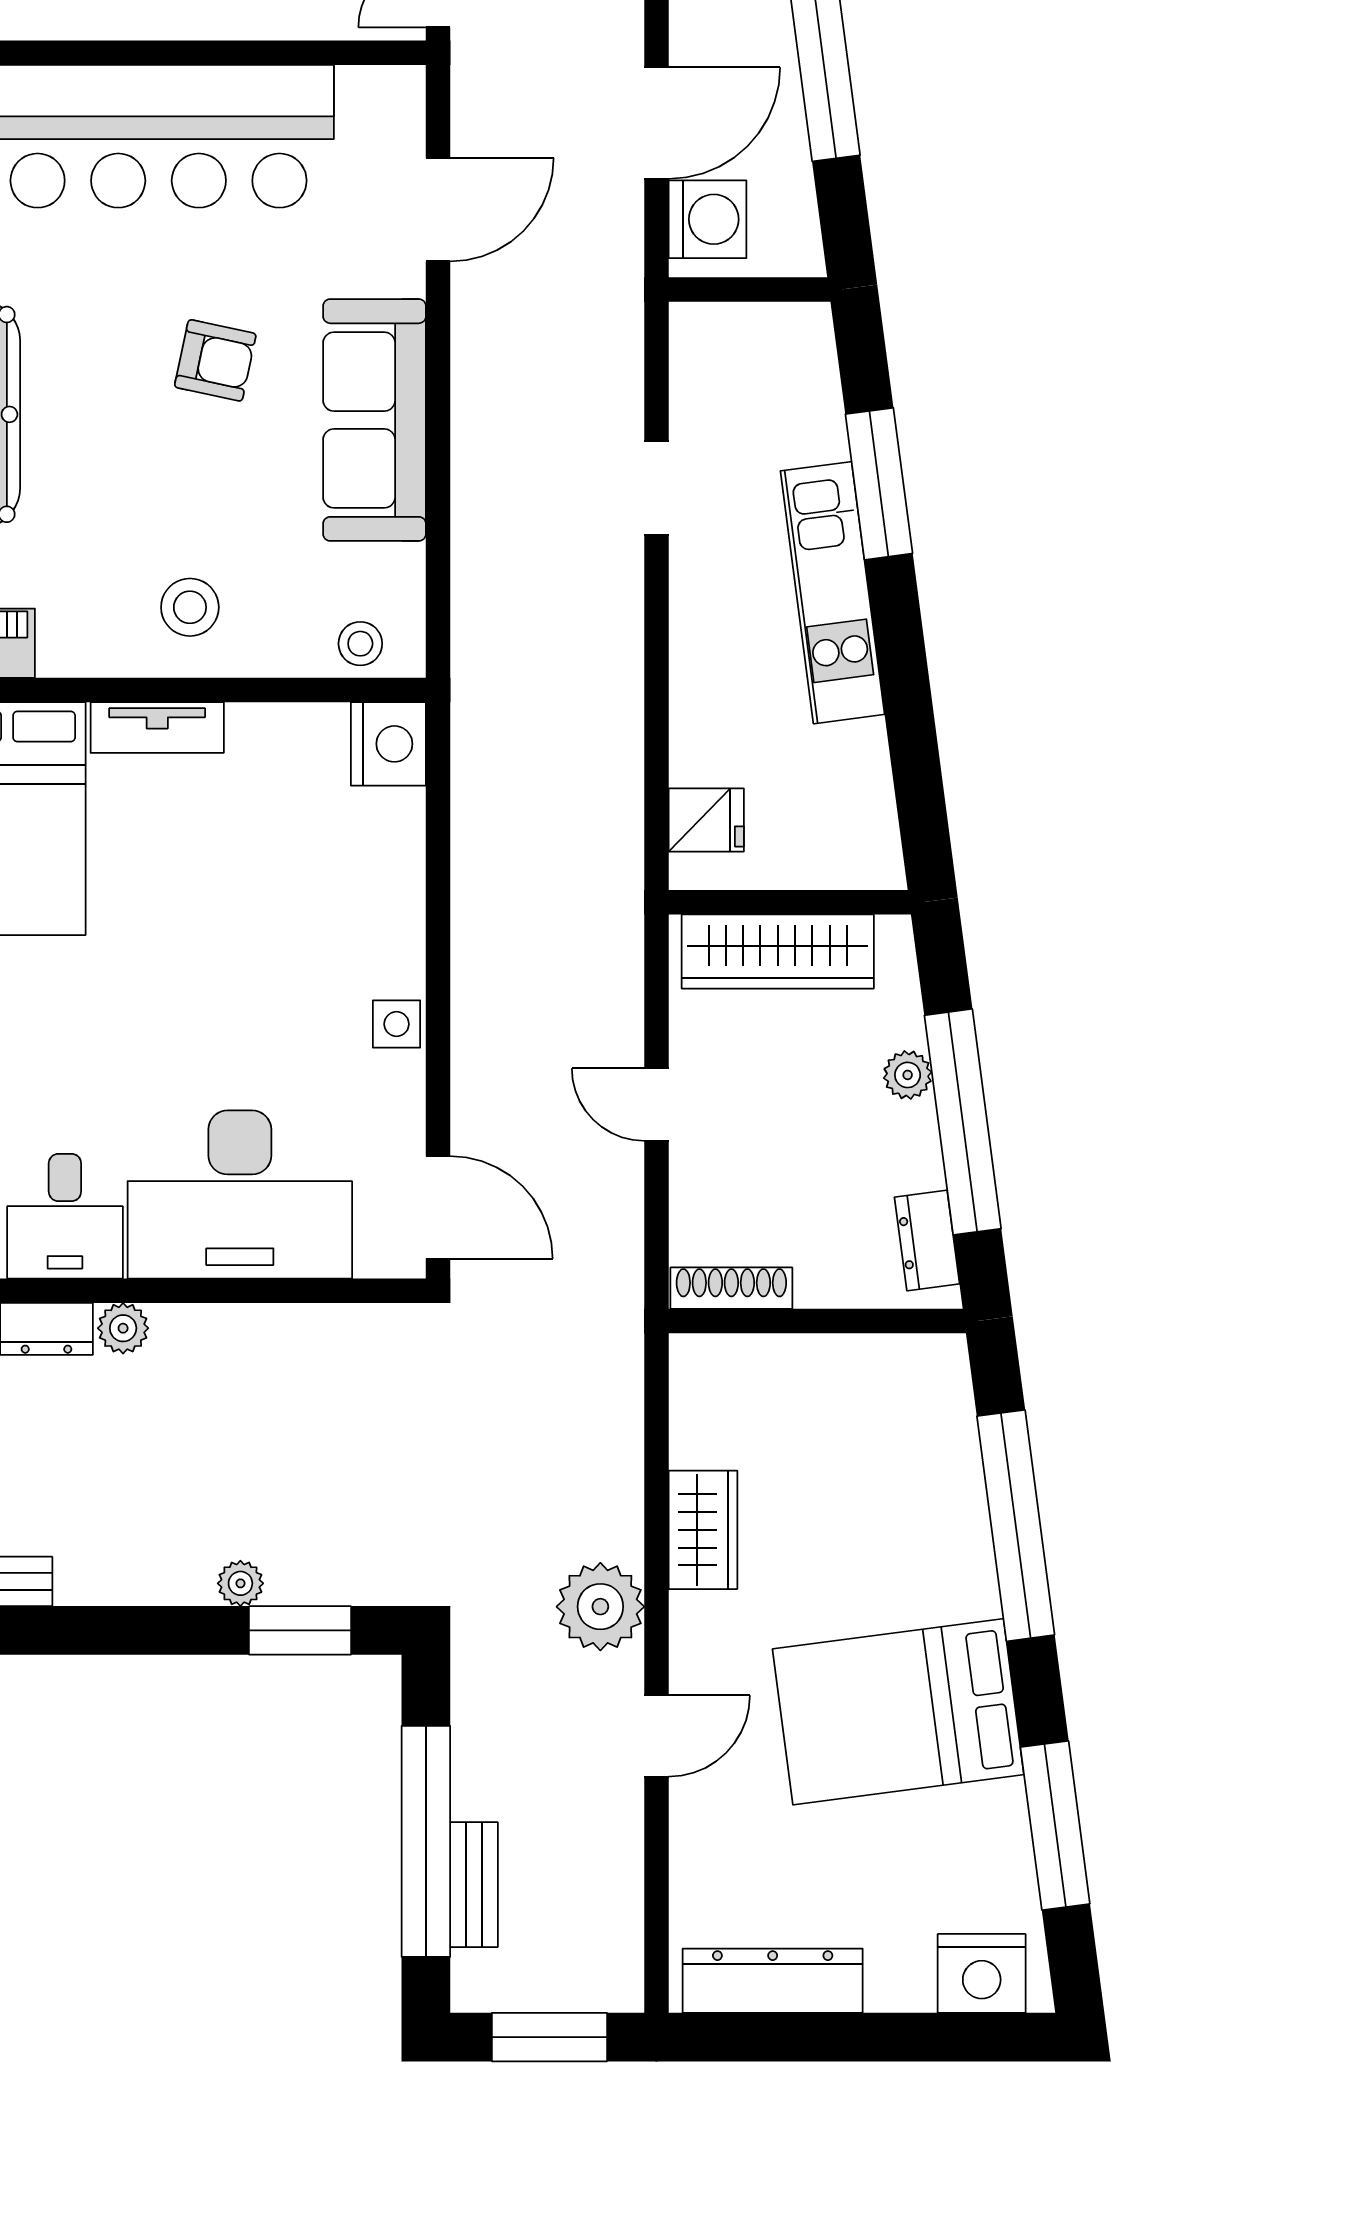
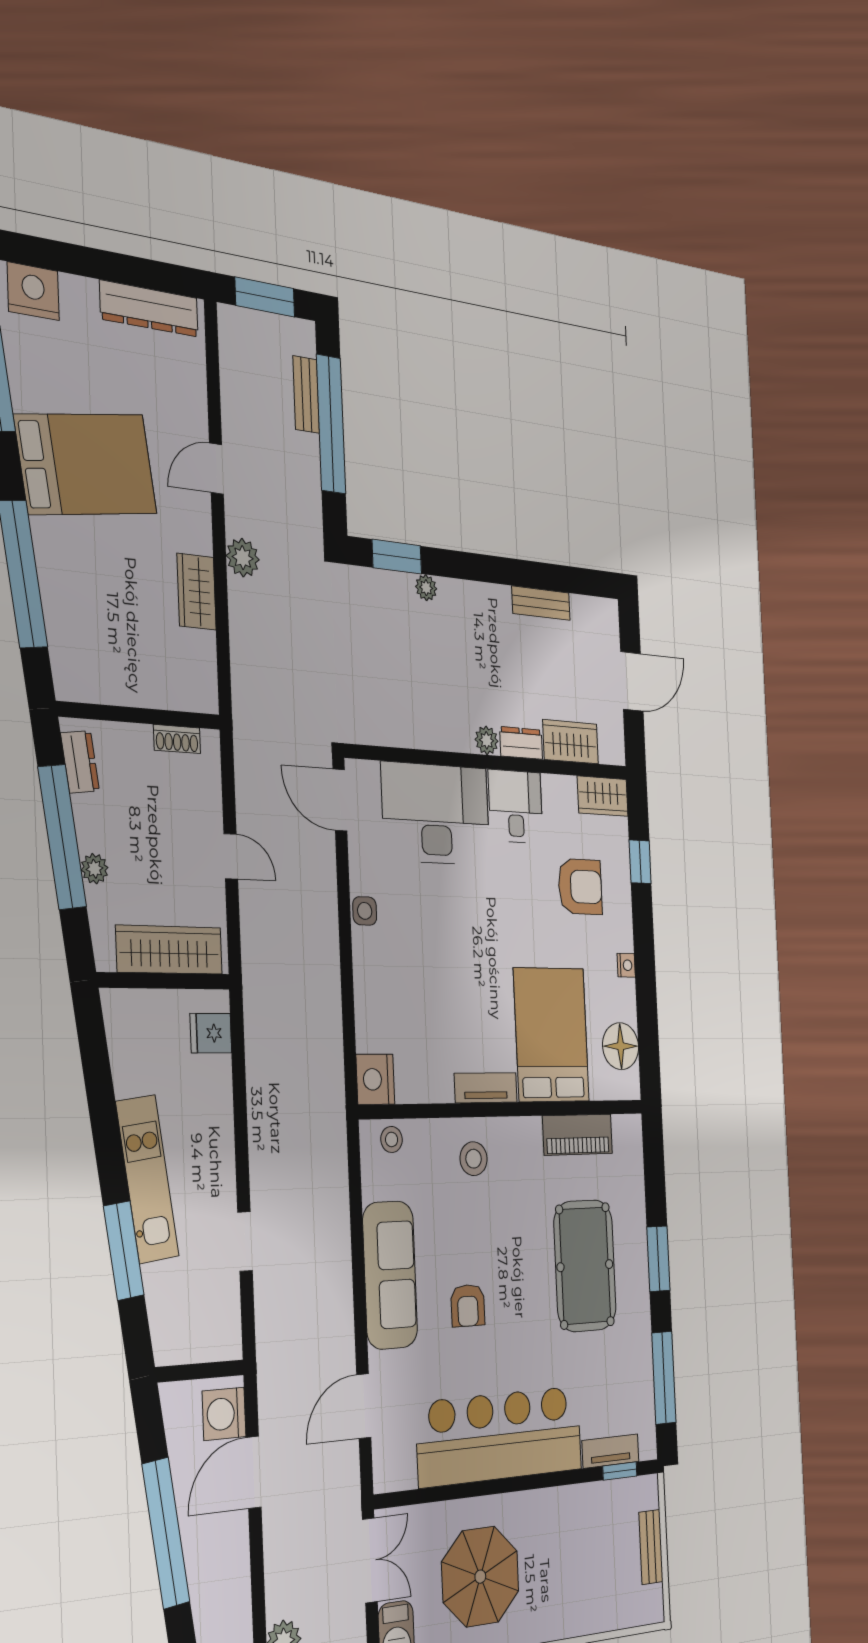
armchair: (215, 360) -> (468, 1305), turned -102
shoe rack: (731, 1288) -> (177, 739), width x0.70
plant: (600, 1607) -> (243, 558), width x0.73, depth x0.73

